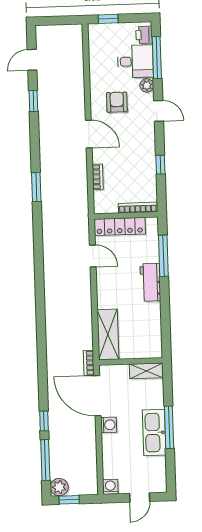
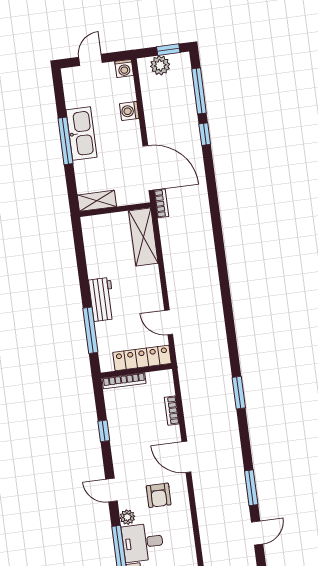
window: (33, 101) -> (251, 488), width x1.50
washing machine: (109, 425) -> (129, 111), moved
plant: (59, 487) -> (160, 65), moved

